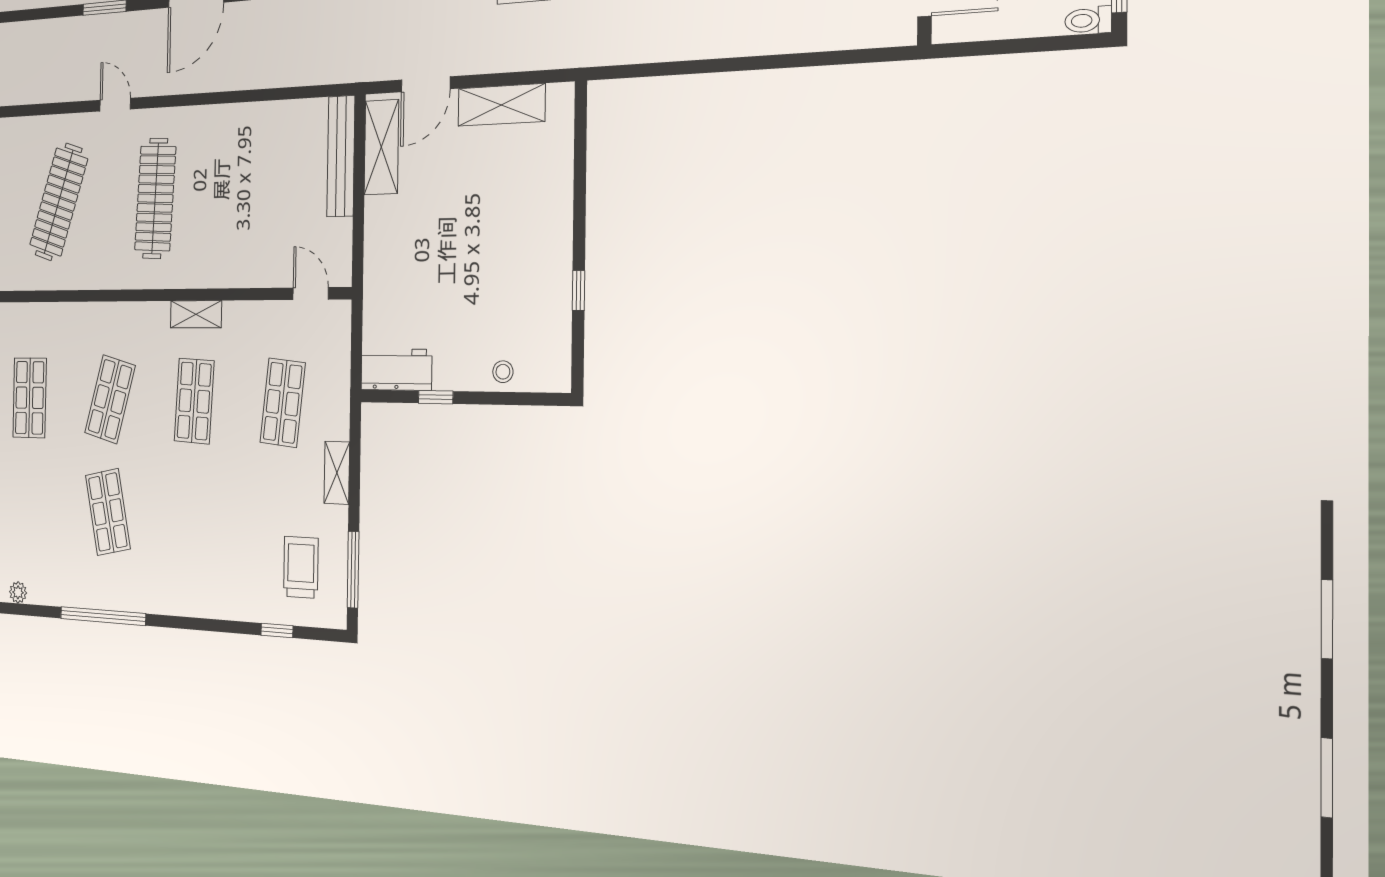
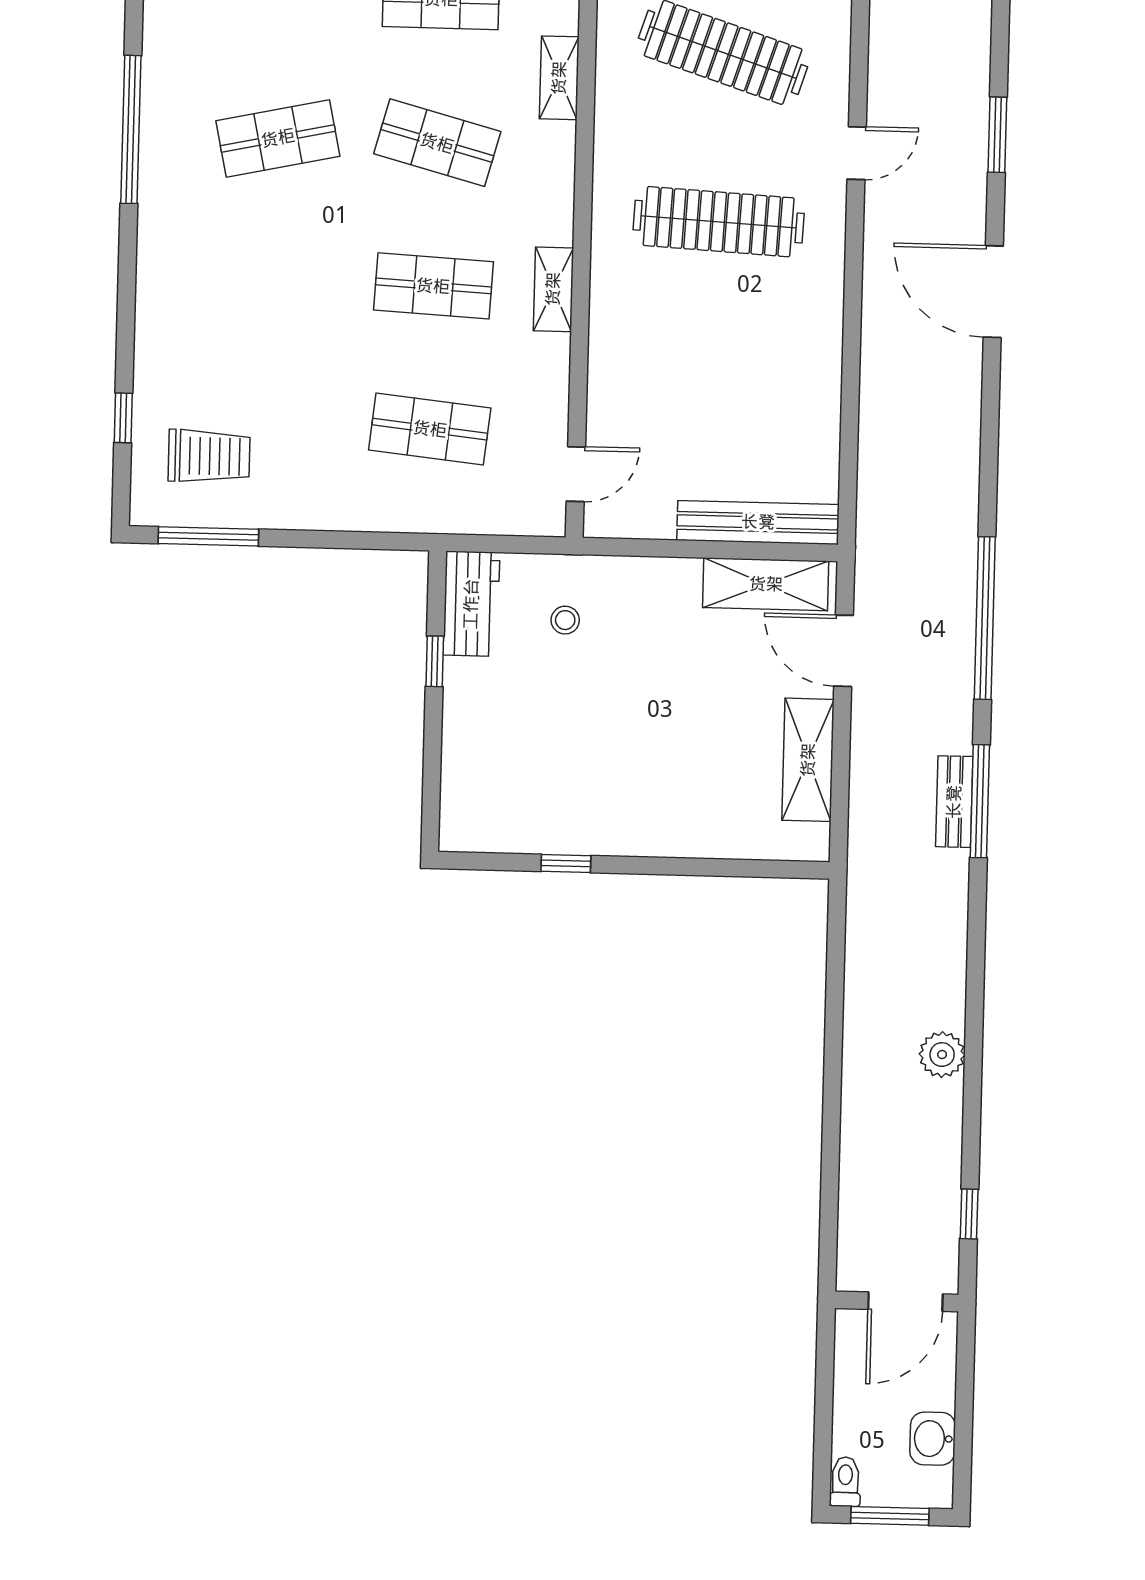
stool: (503, 372) -> (565, 620), moved
shelving: (337, 473) -> (559, 78), moved, turned 90

